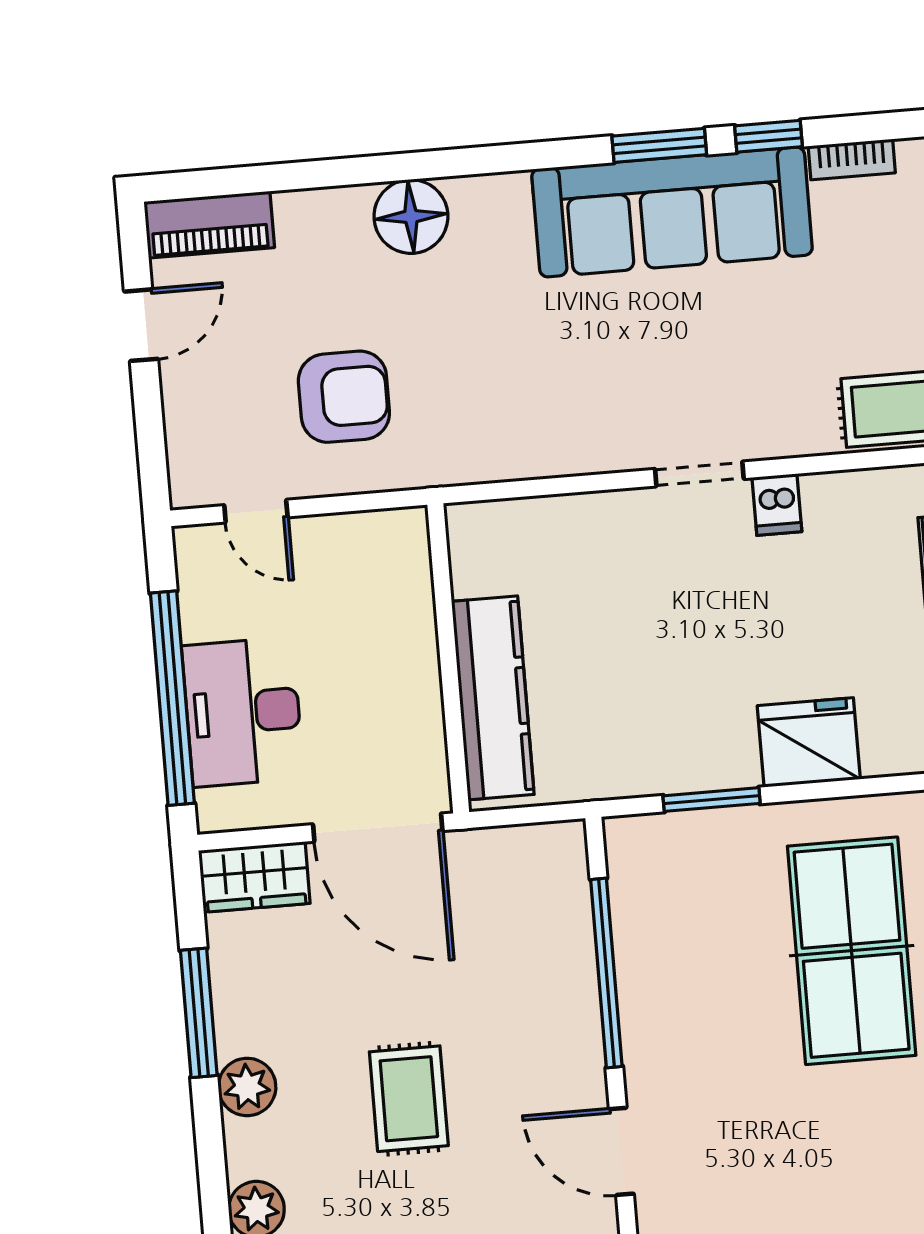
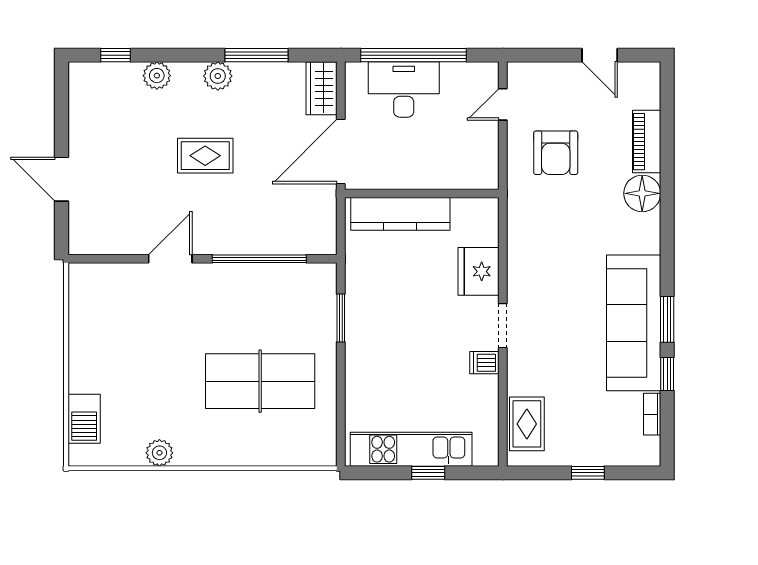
piano: (209, 225) -> (647, 142), moved
fridge: (809, 742) -> (478, 271), moved, turned 180

